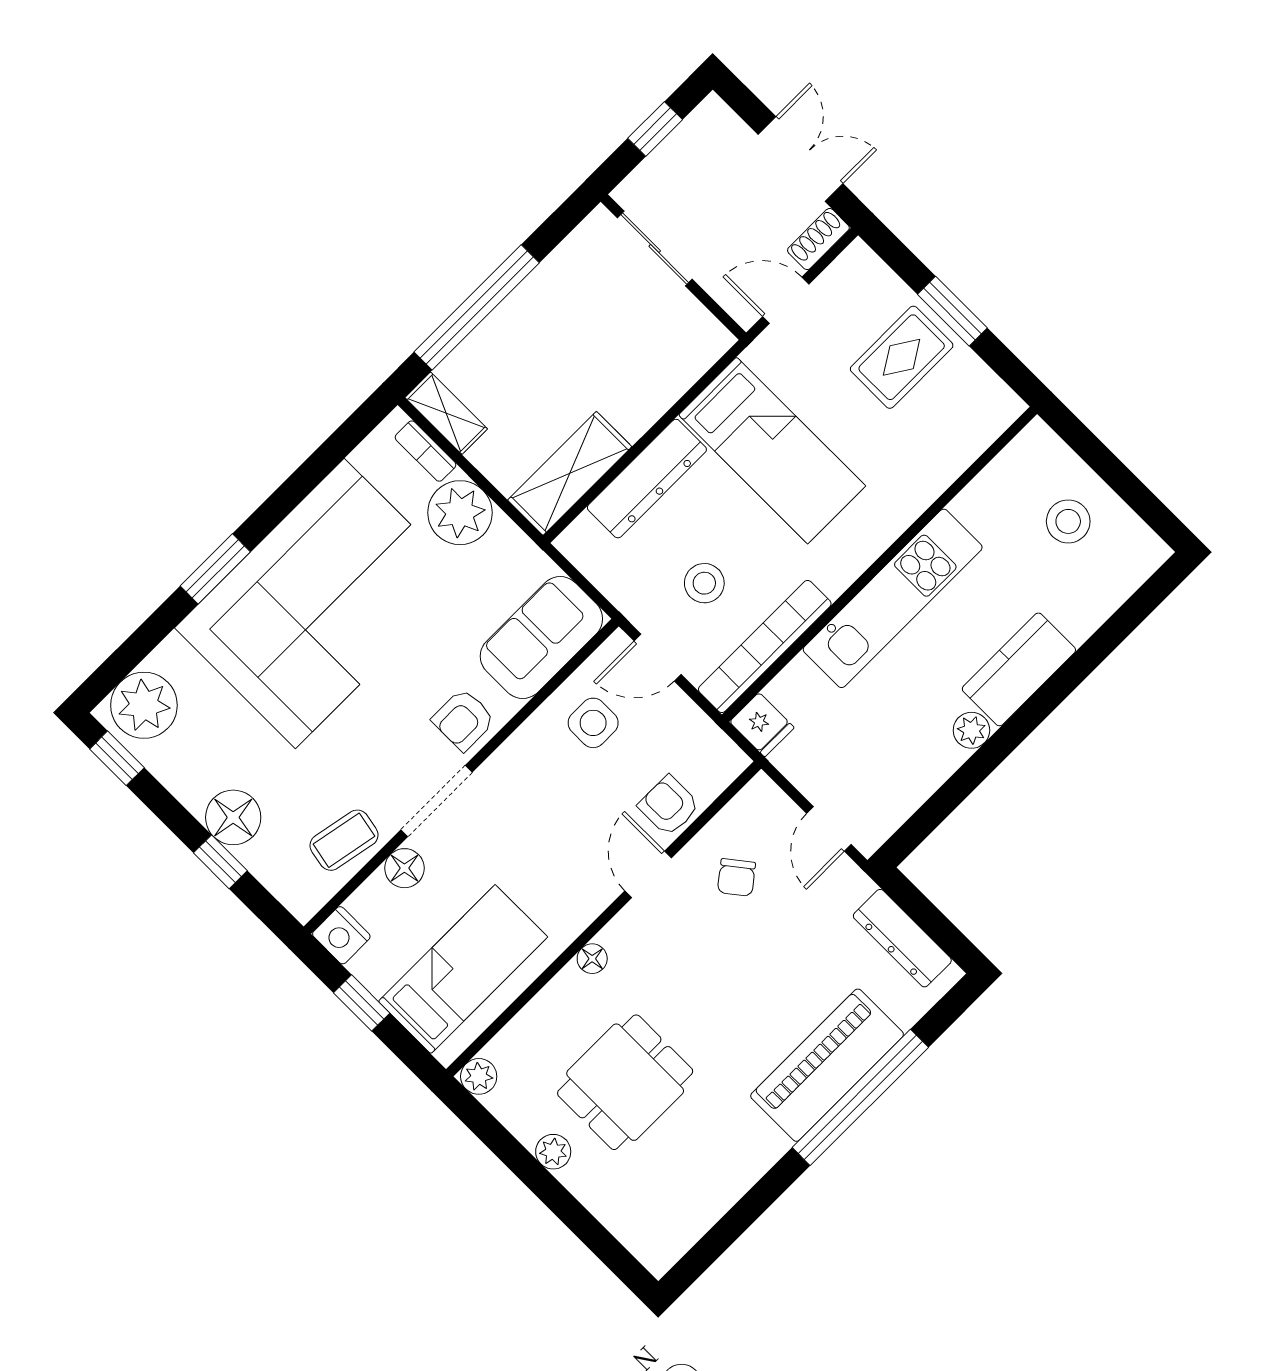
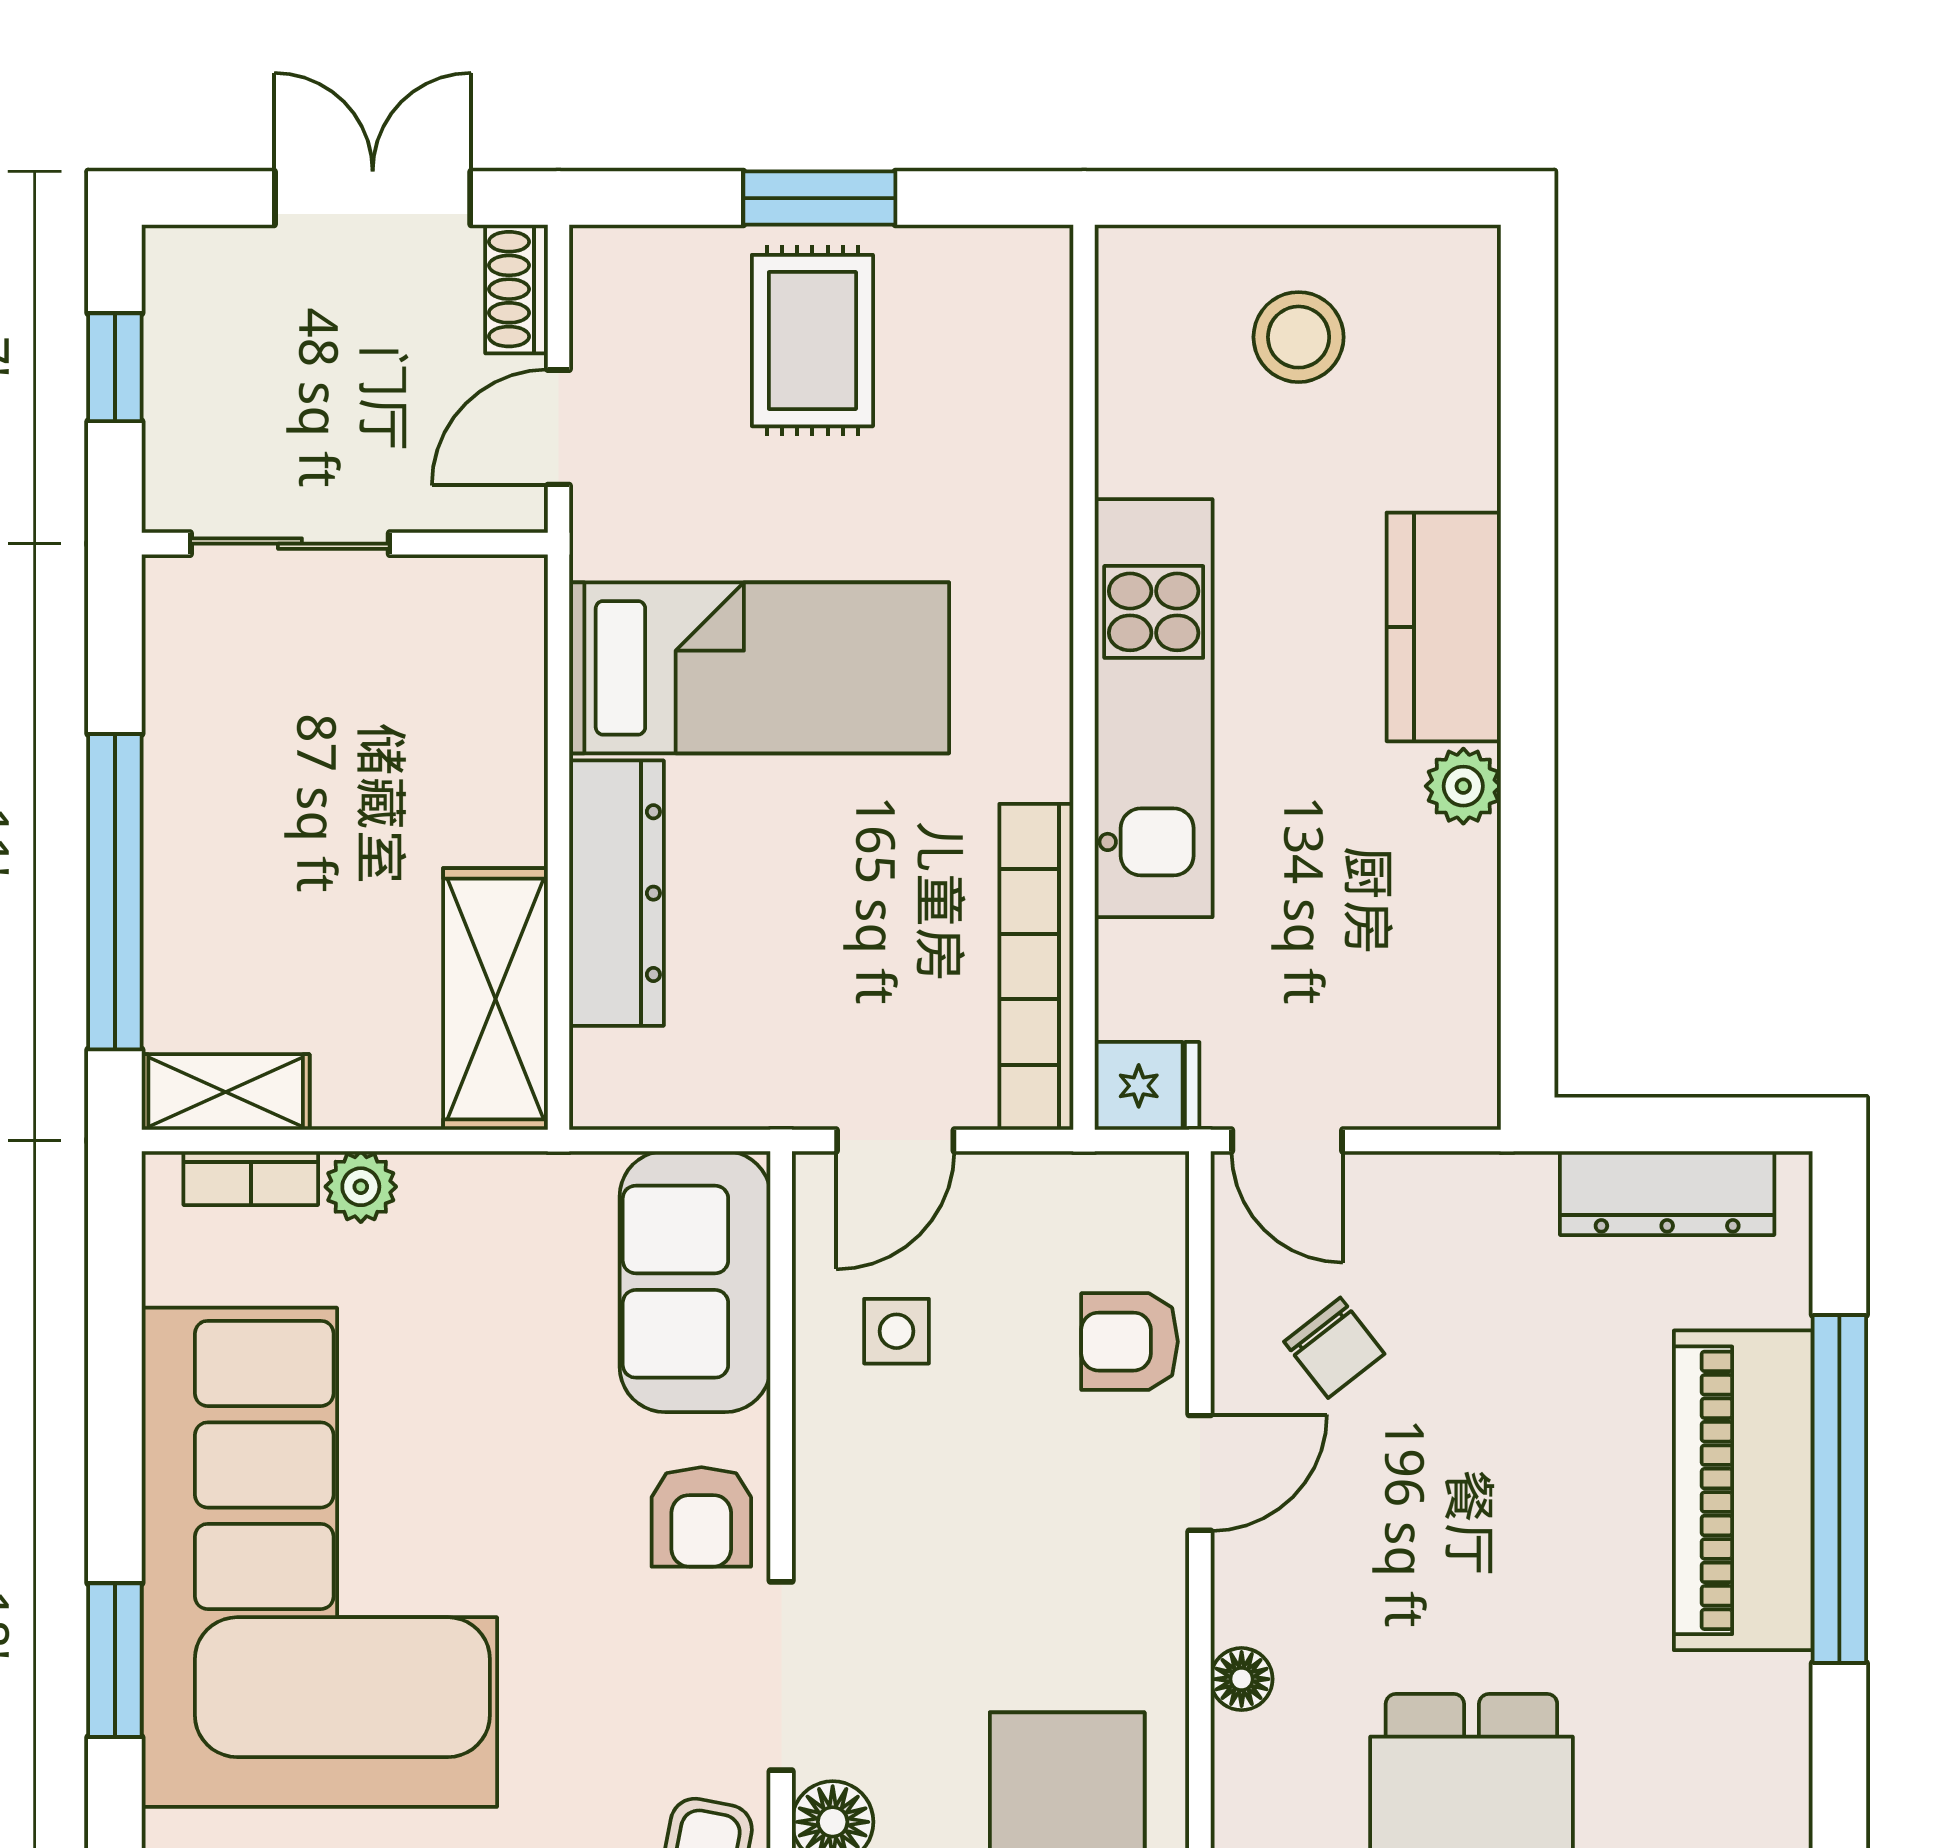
plant: (460, 513) -> (361, 1187), width x0.53, depth x0.53
stool: (704, 583) -> (855, 962), removed
side table: (593, 723) -> (897, 1331), width x0.73, depth x0.73
door: (829, 829) -> (1287, 1140), moved
door: (648, 874) -> (1200, 1473), swing flipped

